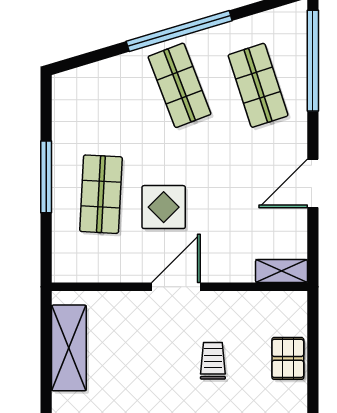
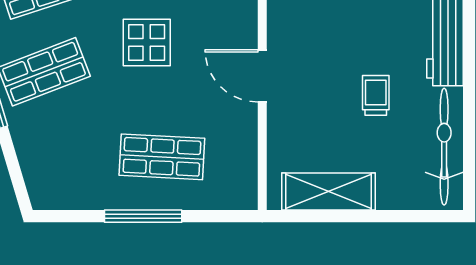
display table: (164, 207) -> (147, 42), moved
trolley: (213, 361) -> (376, 95), moved, turned 90

